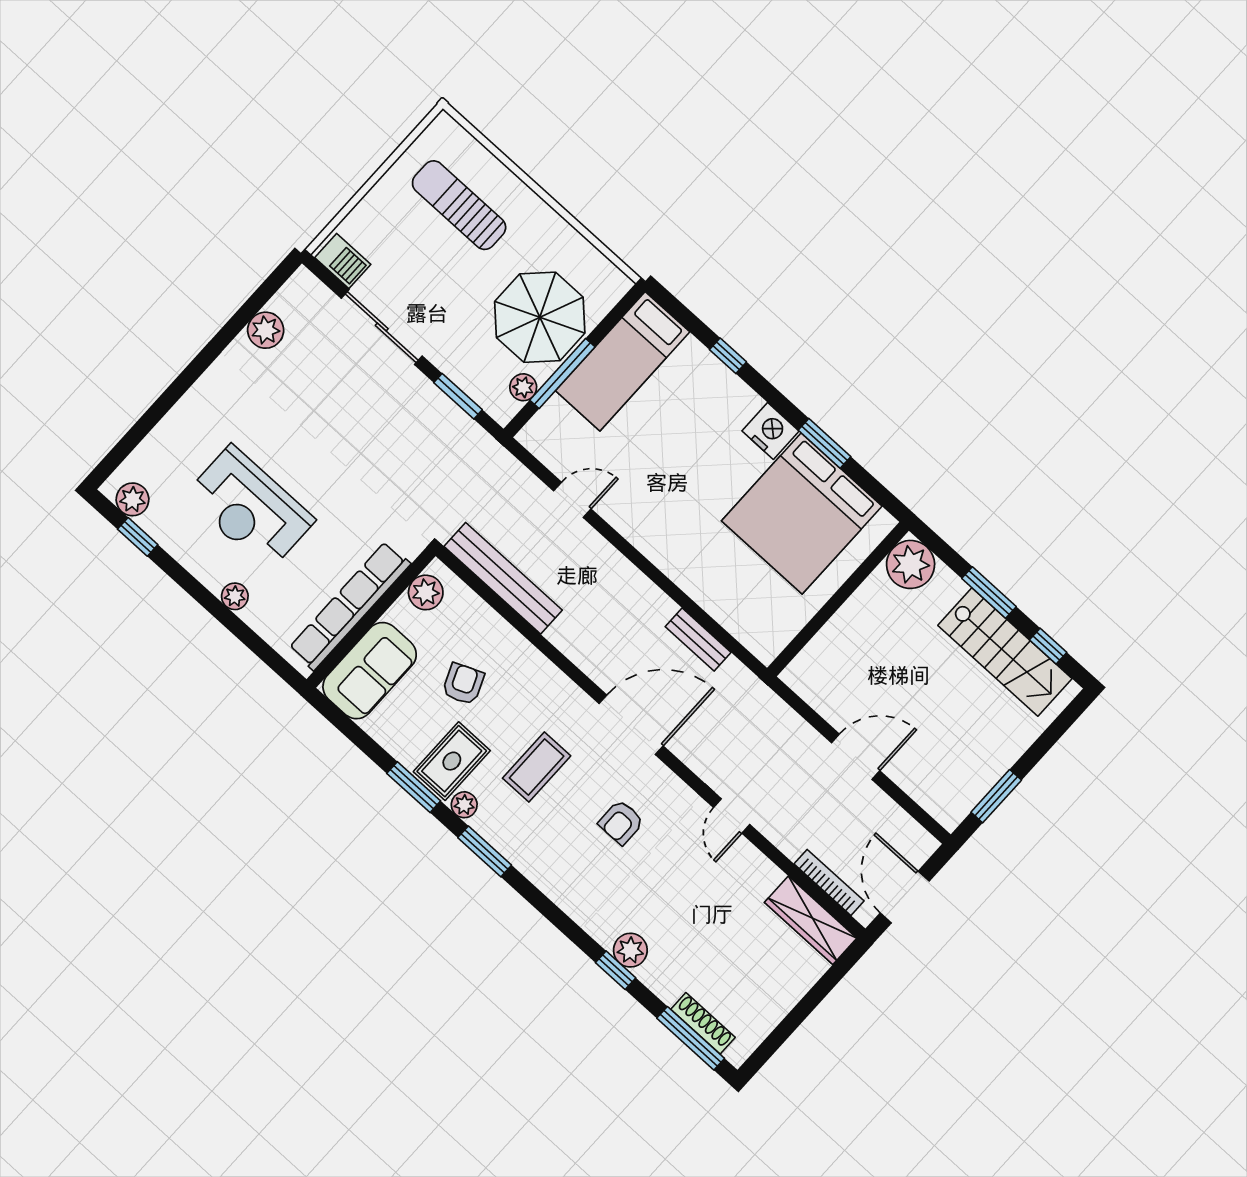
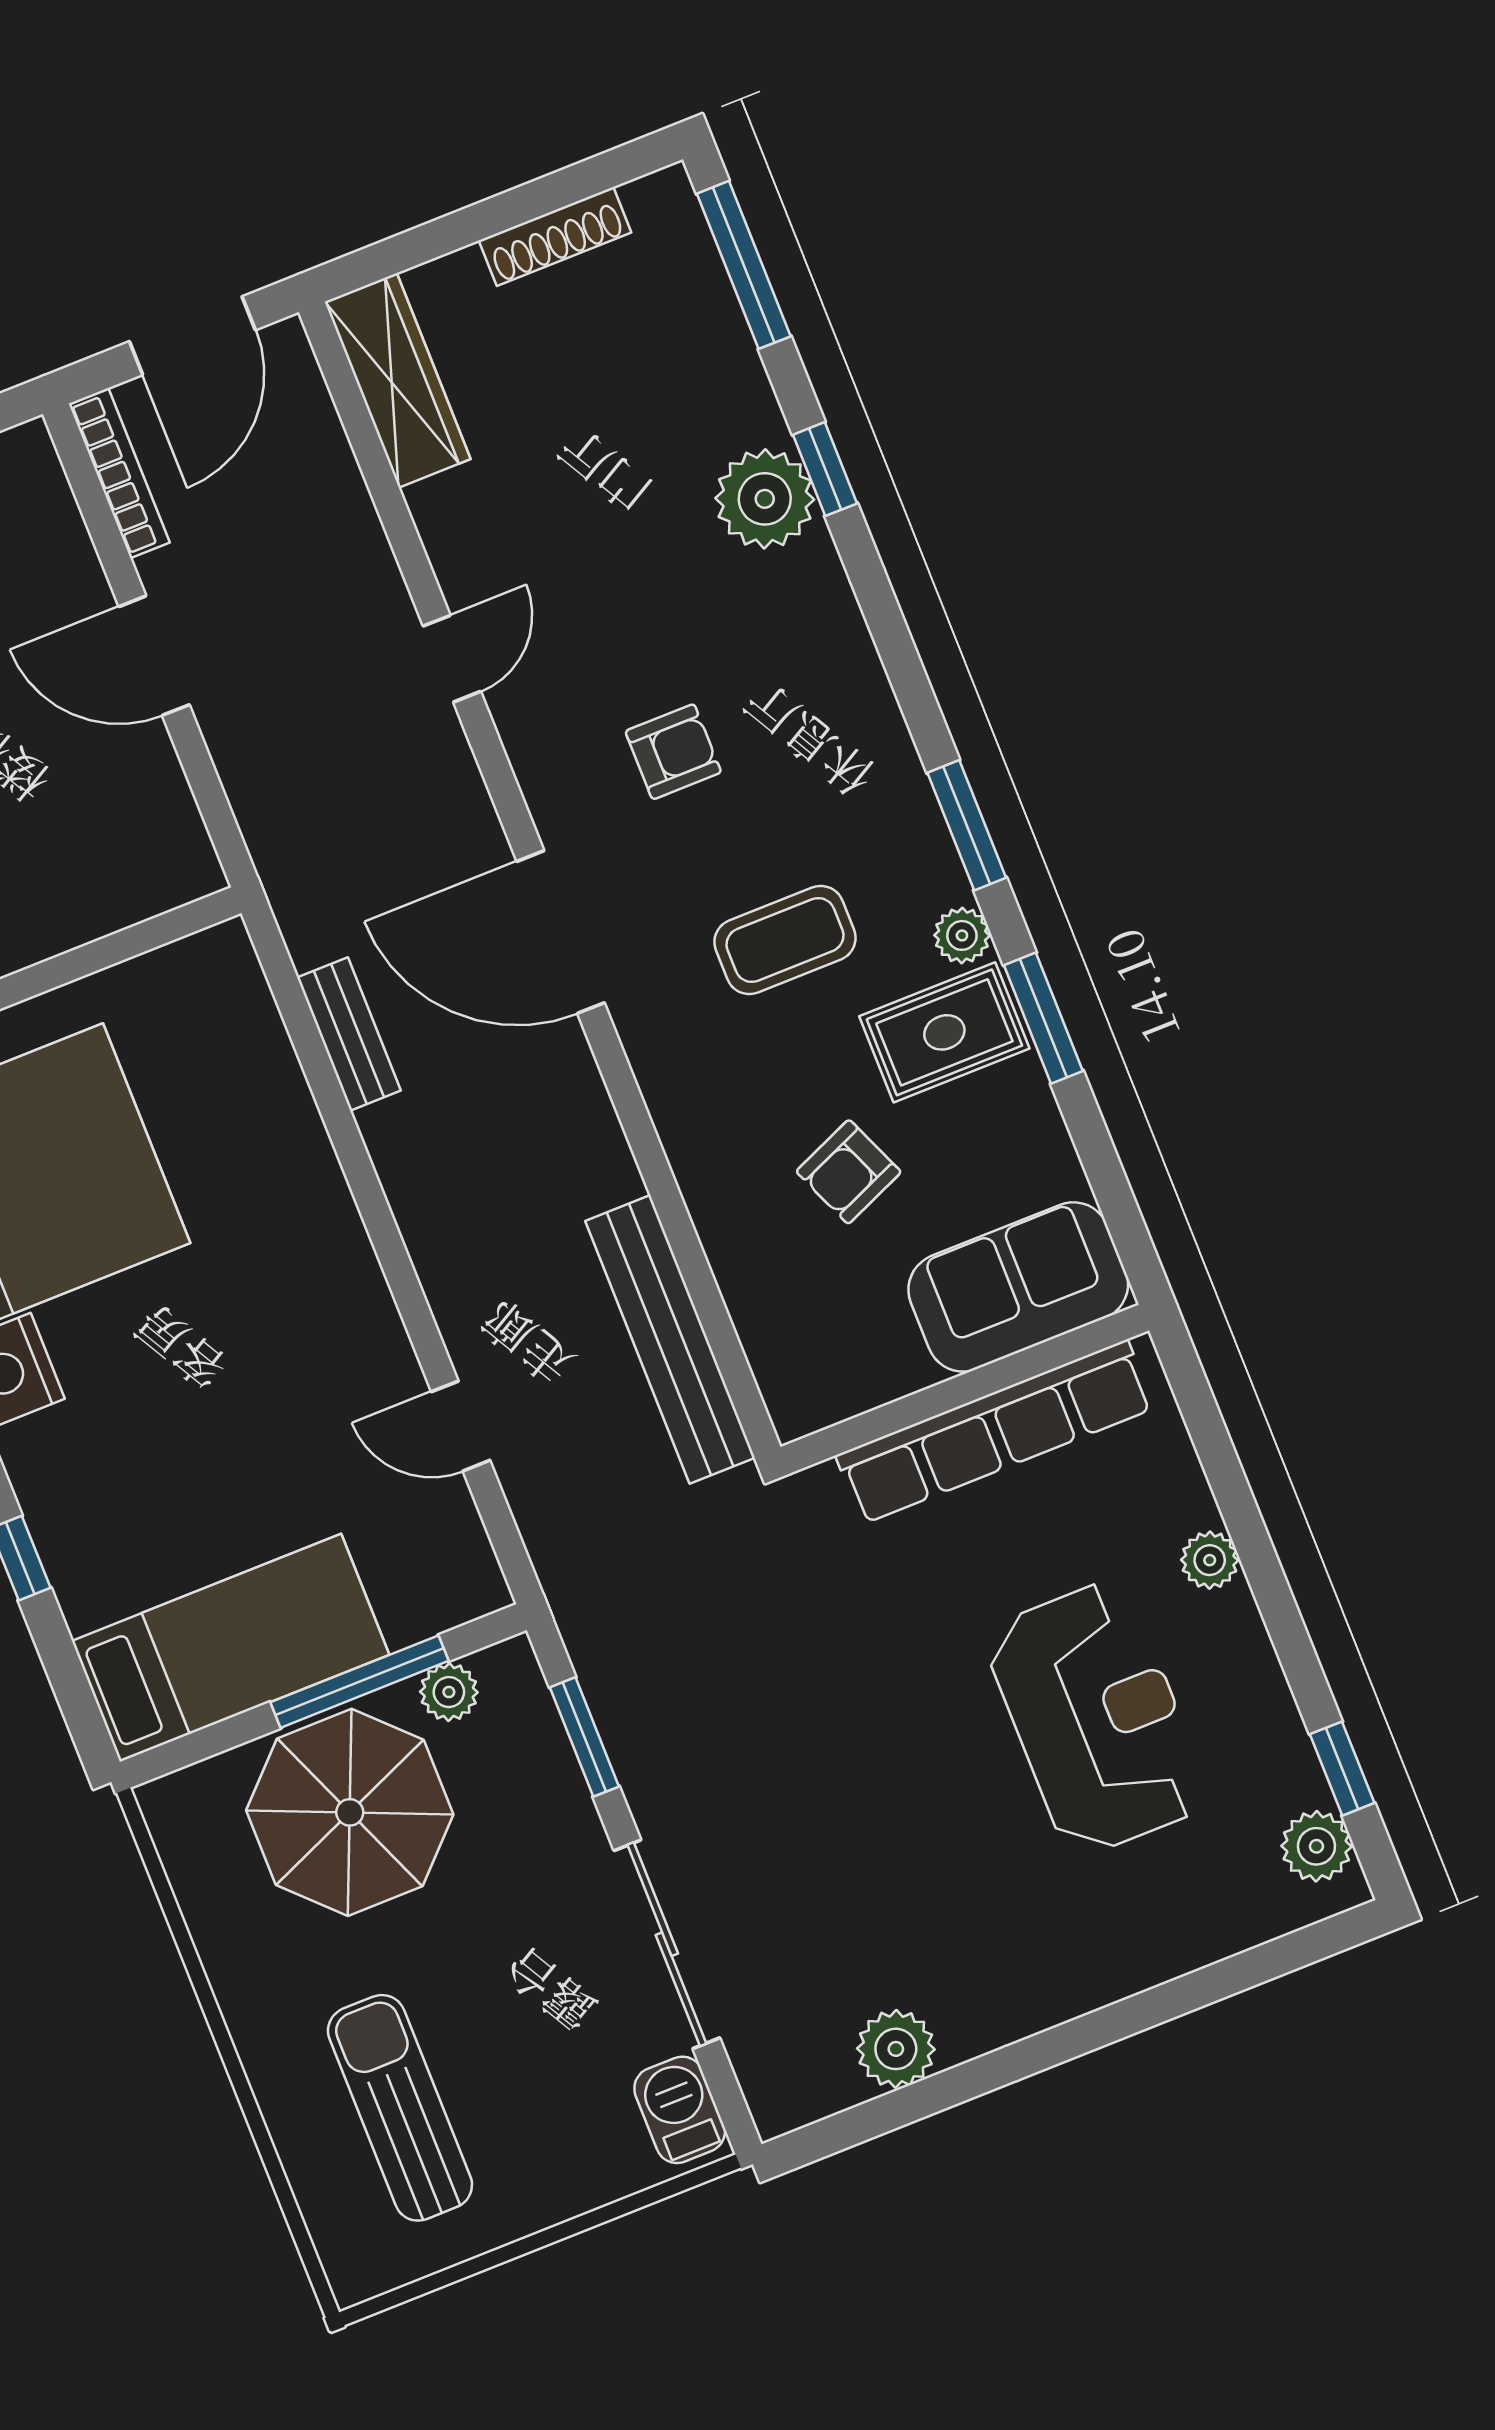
sun lounger: (459, 205) -> (400, 2108), turned 180
plant: (426, 592) -> (834, 1386), removed
bookcase: (829, 882) -> (119, 473), moved, turned 180
plant: (630, 950) -> (765, 499), width x1.36, depth x1.36
shoe rack: (703, 1023) -> (555, 236), moved, turned -90

